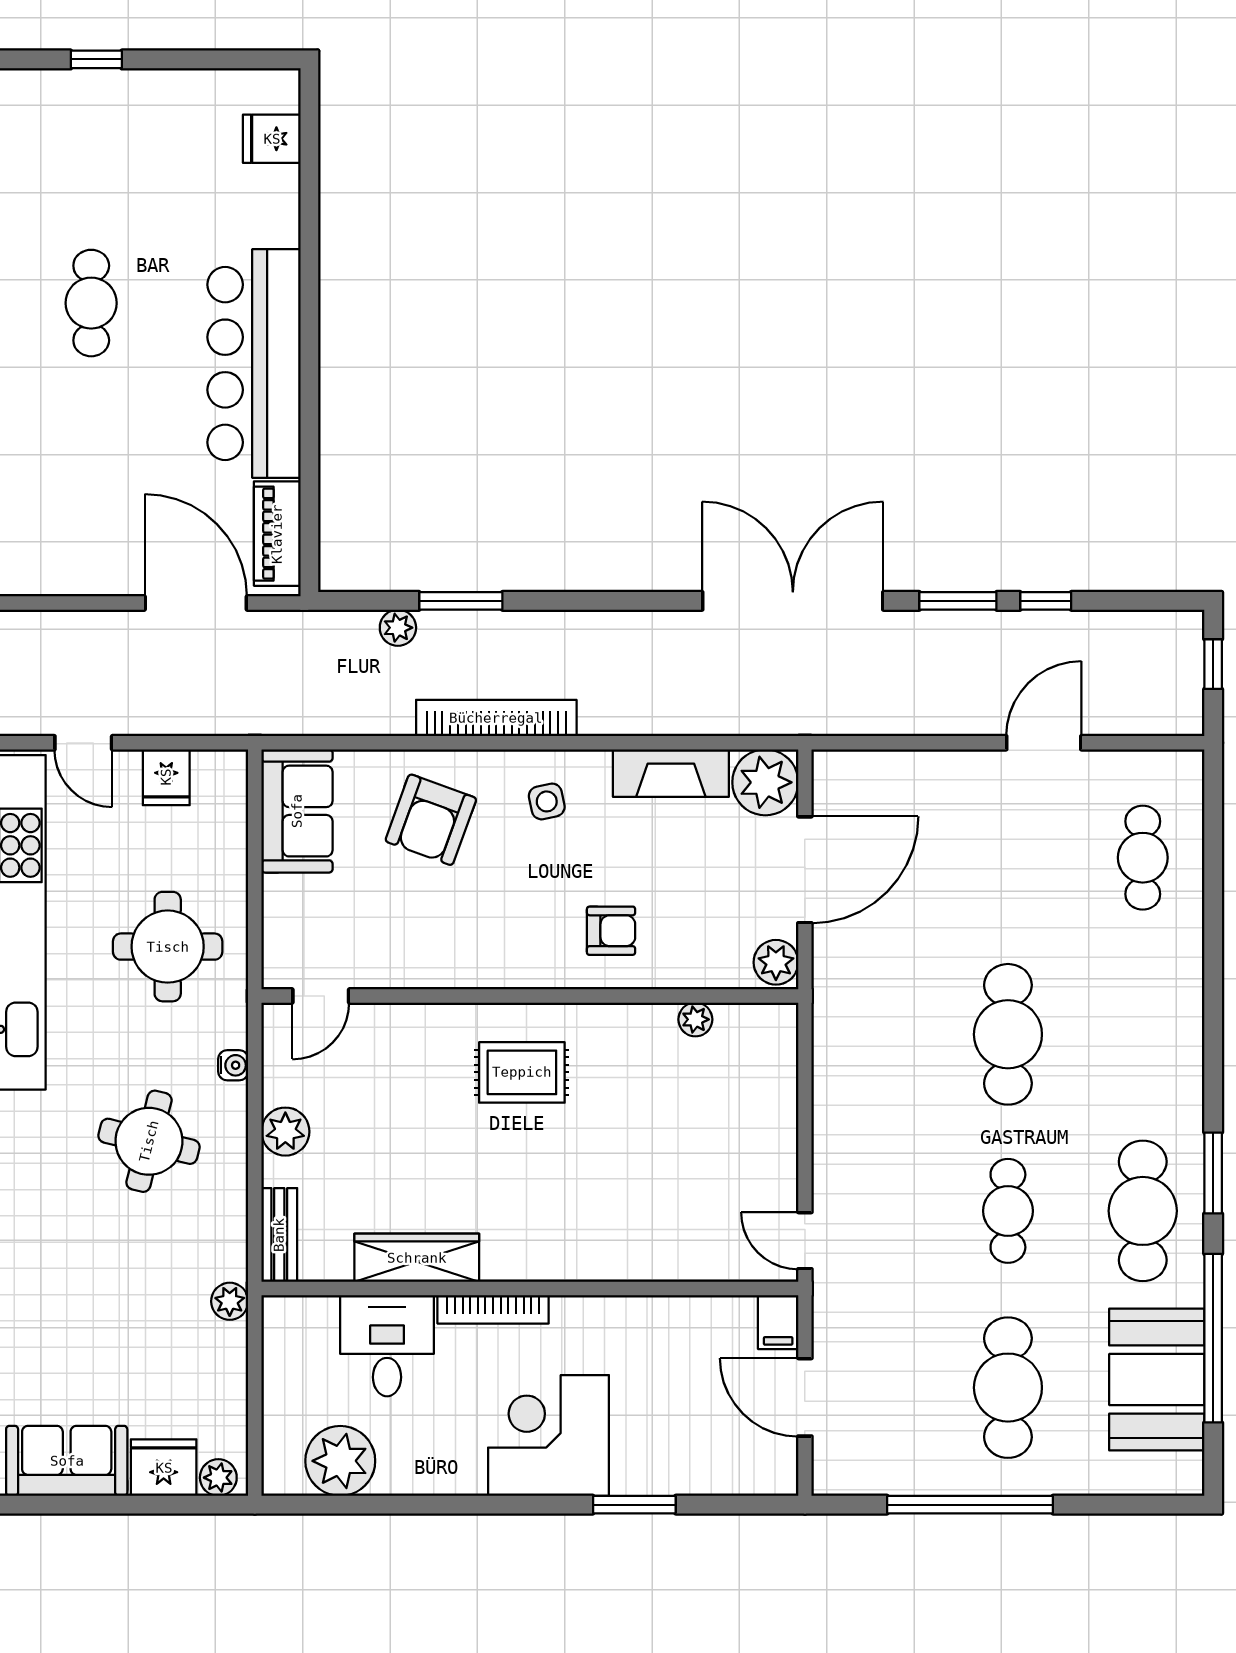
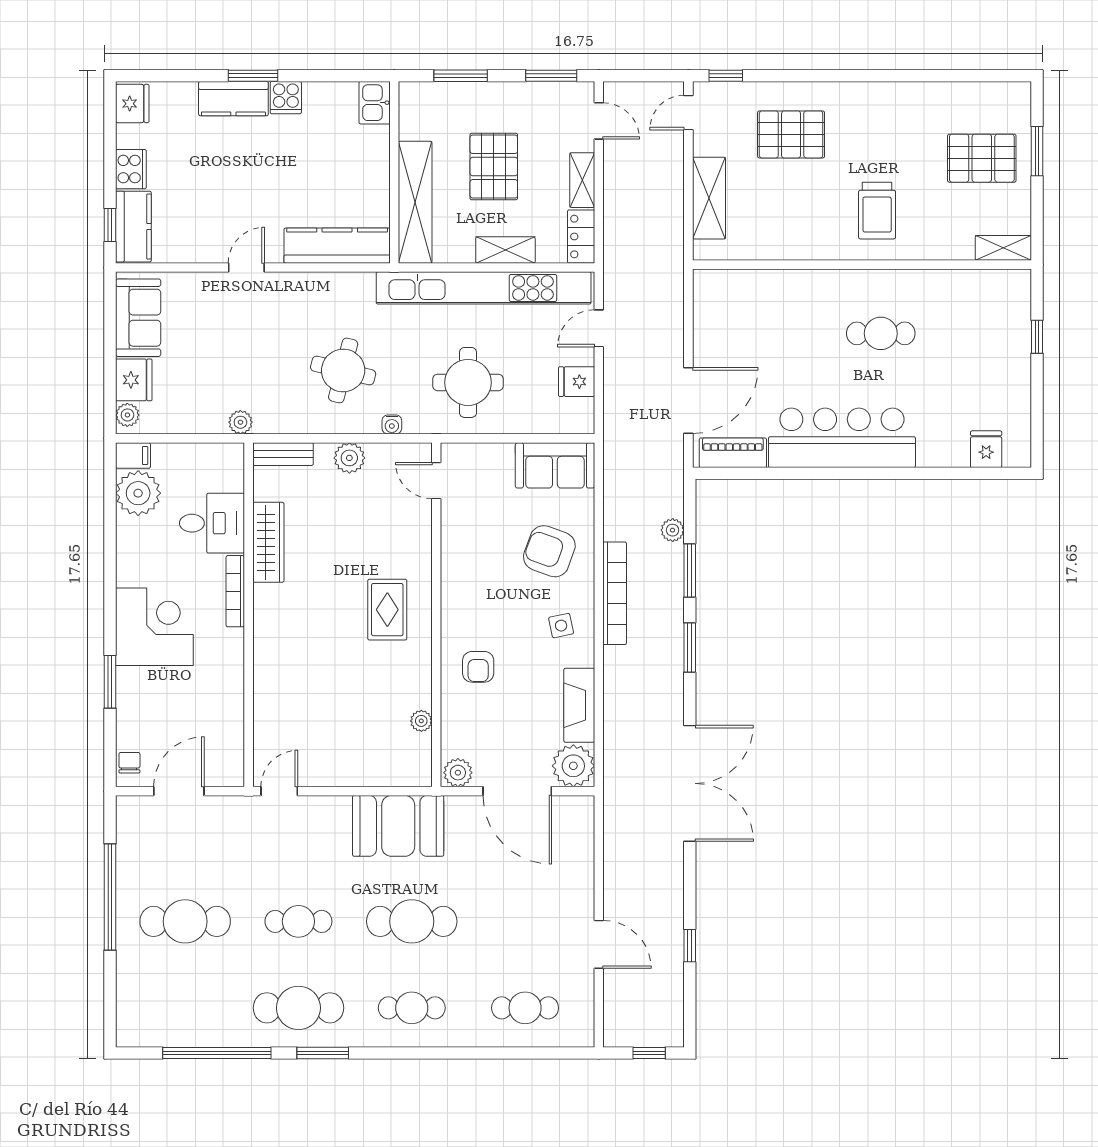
window: (958, 601) -> (690, 647), moved
cafe table: (1143, 1034) -> (412, 1008), added
filing cabinet: (778, 1322) -> (133, 456), moved, turned 180
booth: (1157, 1379) -> (398, 826), moved
chair: (761, 1474) -> (129, 763), added

